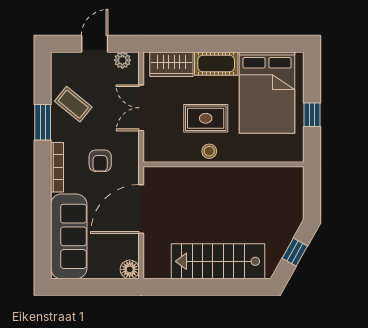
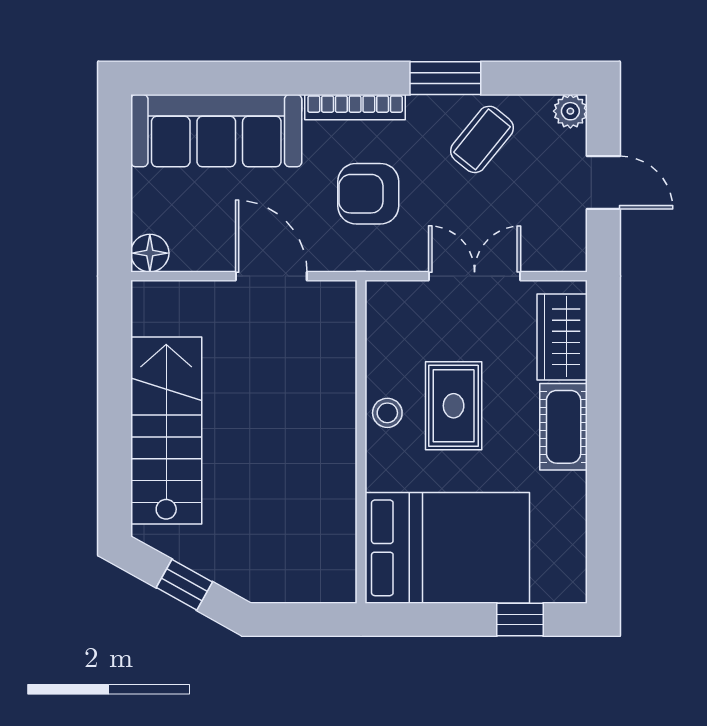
plant: (122, 60) -> (570, 111), moved
bed: (267, 93) -> (447, 548), moved, turned 180
window: (312, 115) -> (520, 619), moved
armchair: (100, 161) -> (368, 194), width x1.38, depth x1.38
door: (141, 209) -> (271, 276), width x0.73

